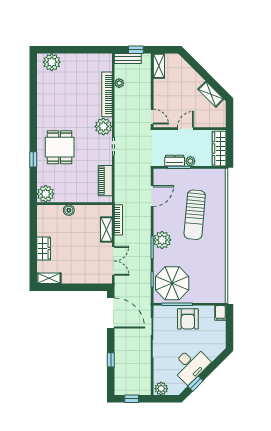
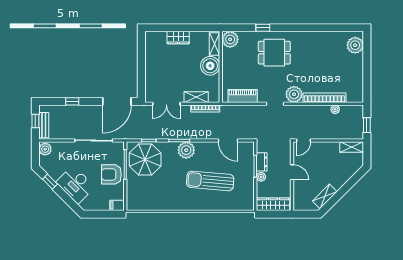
bench: (128, 59) -> (44, 125), moved
boiler: (69, 210) -> (210, 66), width x1.86, depth x1.86
shelving: (49, 278) -> (214, 44), moved
desk: (190, 365) -> (75, 185), moved

